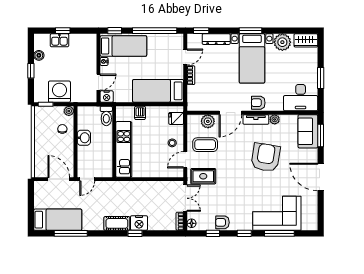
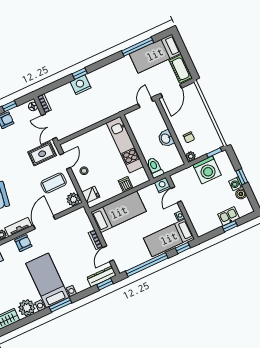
dresser: (216, 39) -> (101, 276), moved
washing machine: (39, 67) -> (236, 184), added
plant: (208, 121) -> (73, 199), moved
door: (59, 179) -> (171, 91), hinge flipped
cot: (117, 223) -> (181, 69), moved, turned 90

